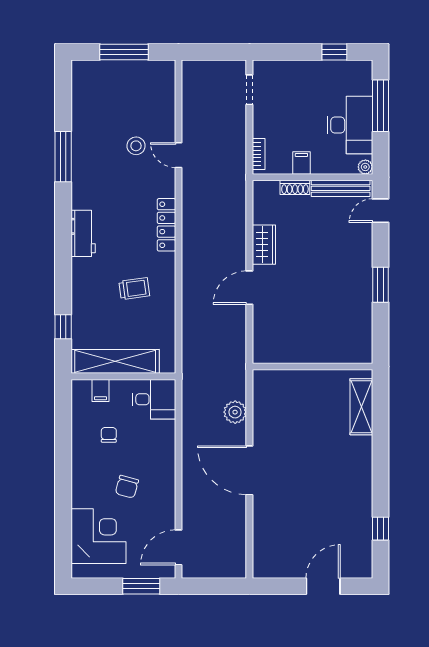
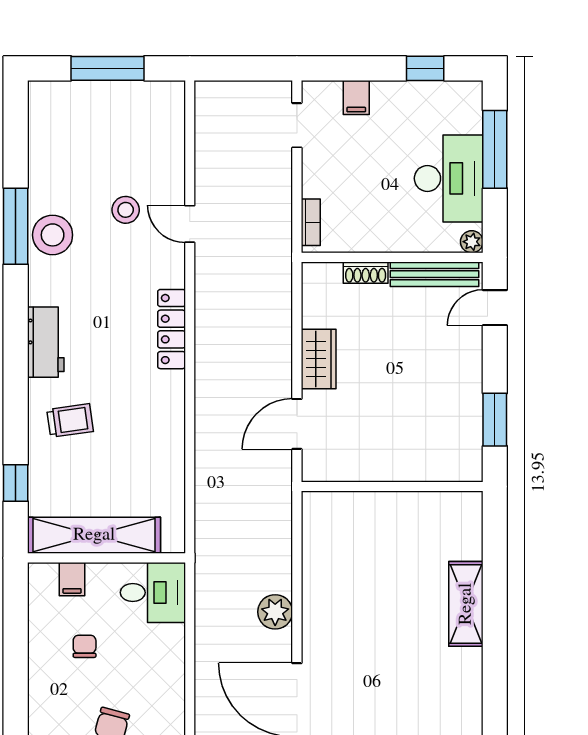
stool: (88, 162) -> (53, 235), added
filing cabinet: (301, 163) -> (356, 97), moved, turned 180
trolley: (134, 289) -> (70, 420), moved
wall: (313, 367) -> (392, 487), moved

